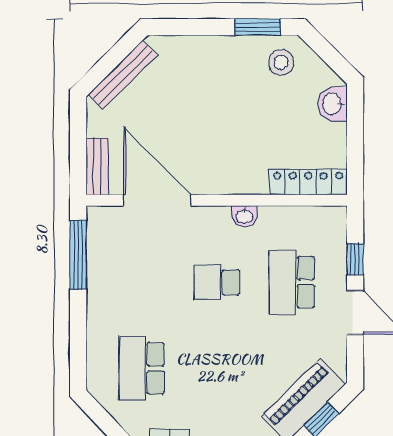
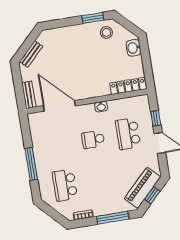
bench: (123, 75) -> (31, 54), width x0.73
window: (78, 255) -> (31, 164), moved

